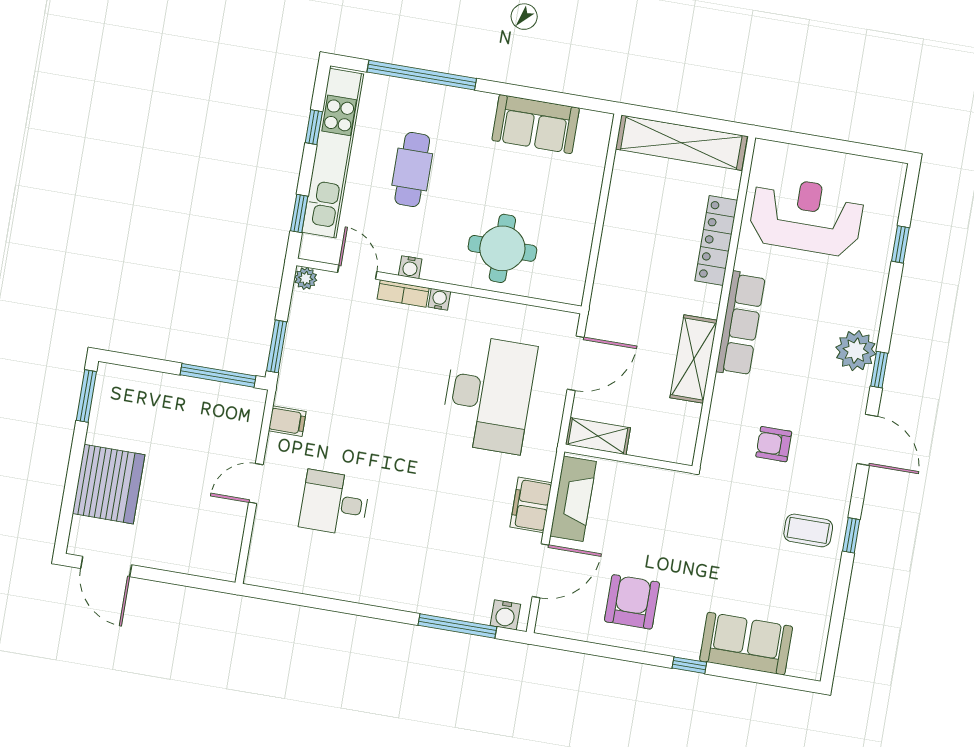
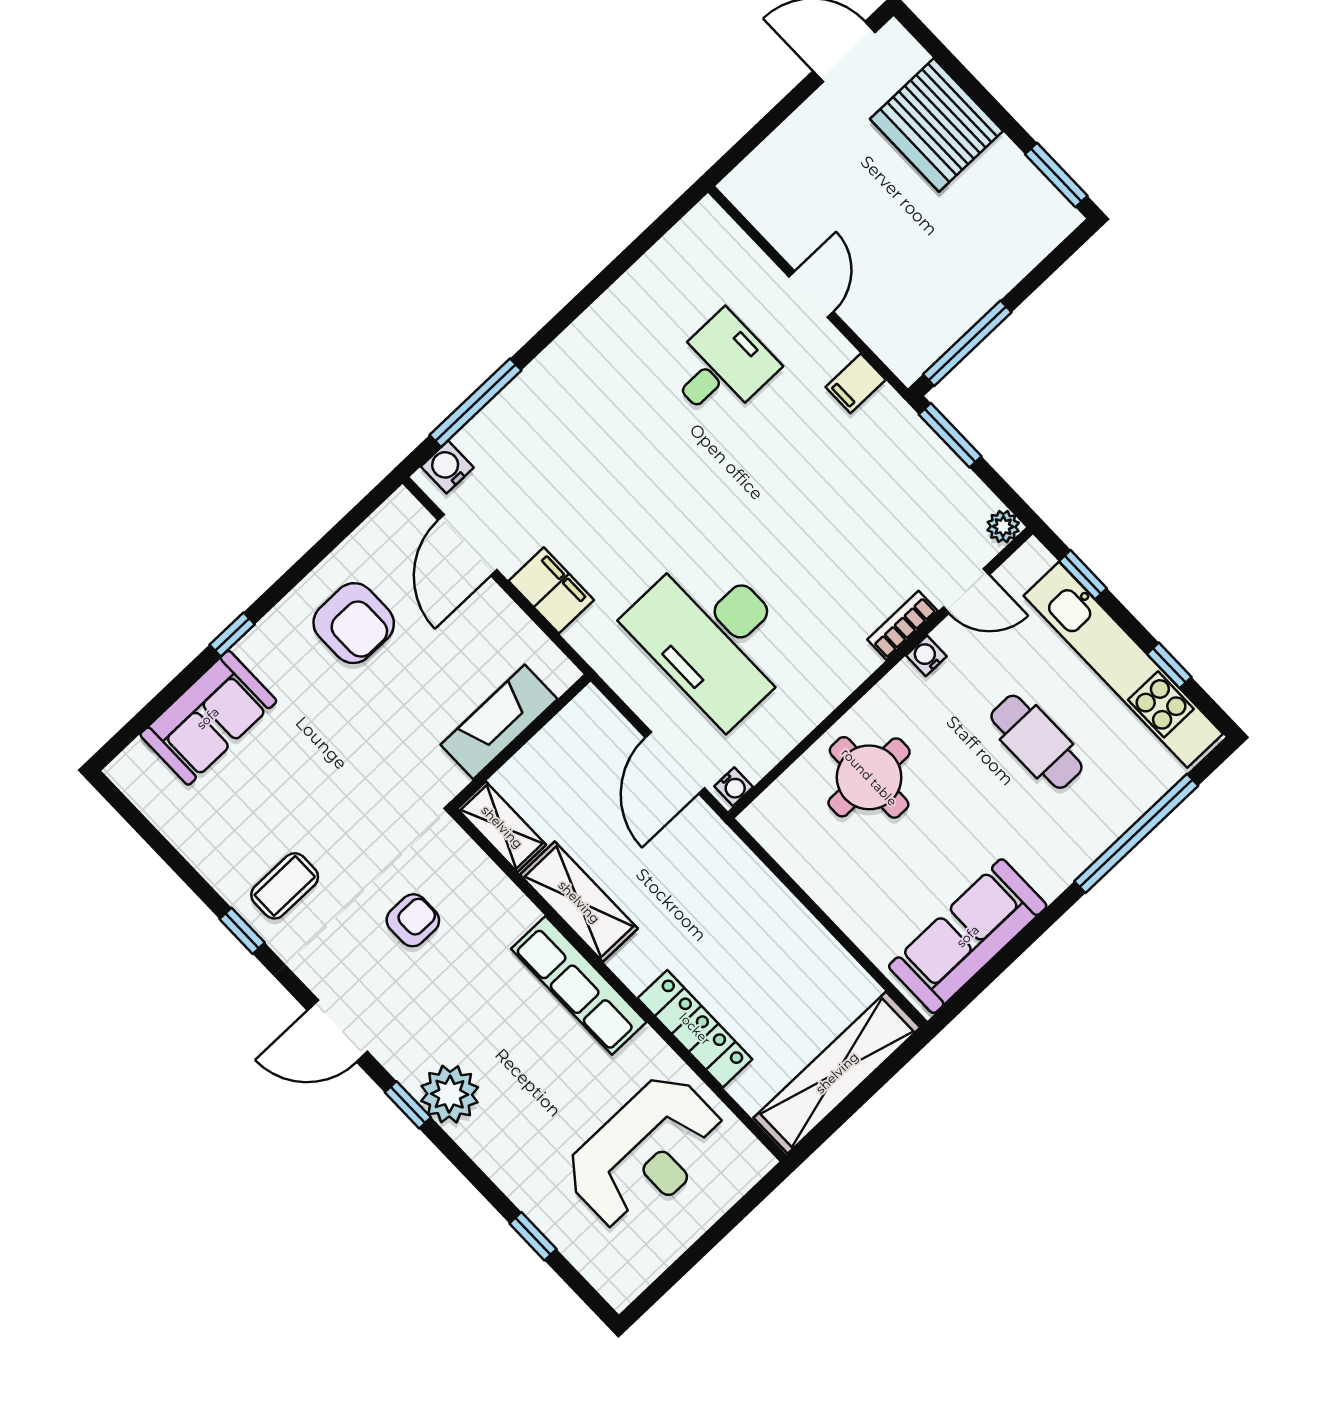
sofa: (536, 124) -> (968, 936), width x1.36
water cooler: (439, 299) -> (734, 787), moved
shelving: (598, 436) -> (502, 827), moved, turned 90
fireplace: (573, 499) -> (499, 722), moved, turned 90

